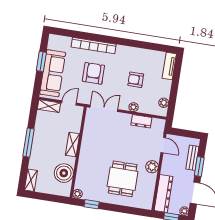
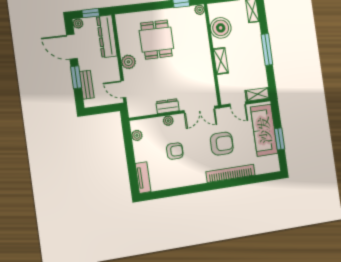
armchair: (93, 73) -> (222, 144), turned -90
door: (69, 103) -> (238, 104), hinge flipped
dresser: (141, 121) -> (168, 106), moved

